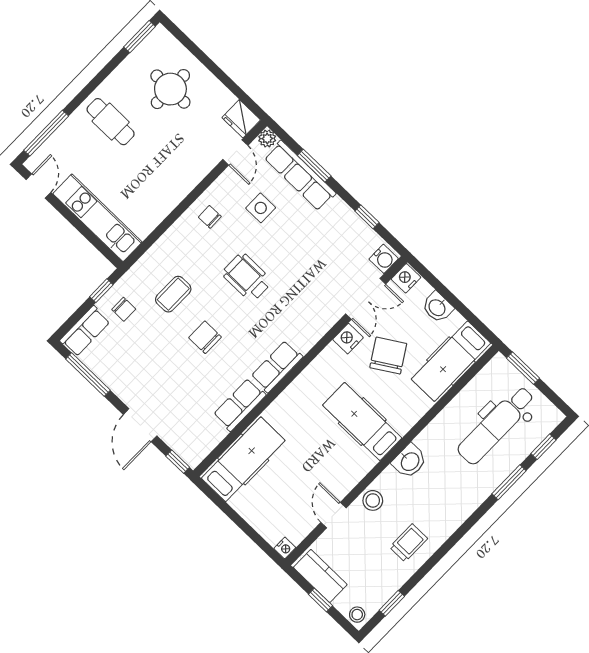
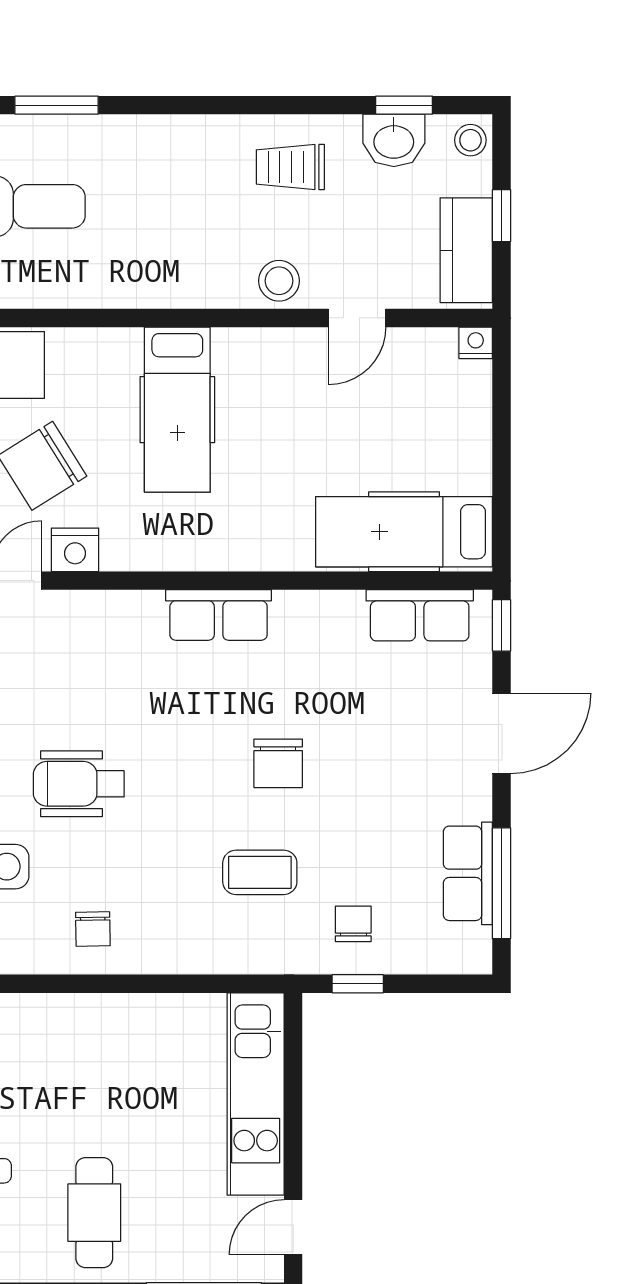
wheelchair: (247, 277) -> (79, 784), moved, turned 90
row of seats: (85, 331) -> (468, 873), moved, turned -90
row of seats: (240, 405) -> (420, 615), moved
washbasin: (410, 461) -> (394, 140), moved, turned 180

